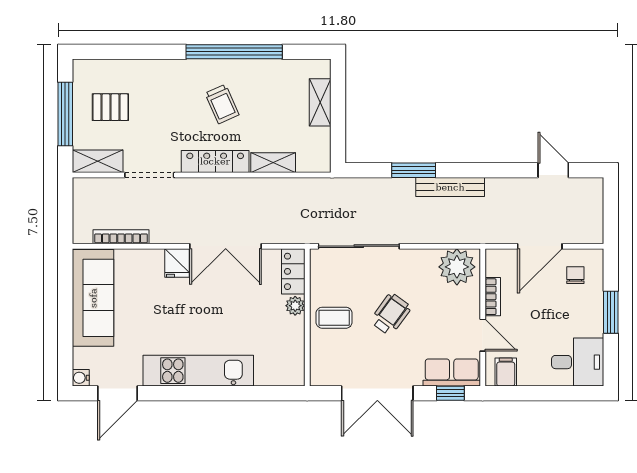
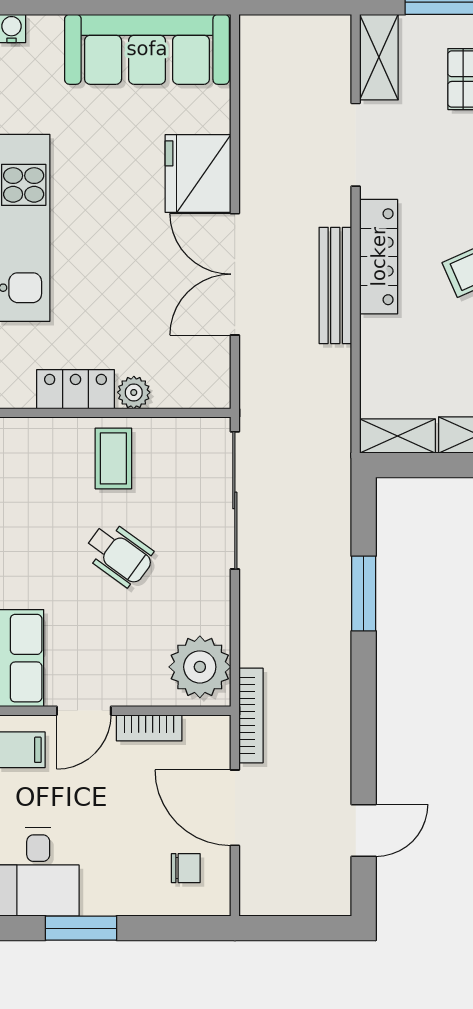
shelving: (273, 163) -> (398, 436), moved, turned 90
bench: (450, 187) -> (335, 285), moved
bookcase: (121, 237) -> (251, 715), moved
fridge: (177, 263) -> (198, 174), width x1.88, depth x1.34
locker: (293, 271) -> (75, 389), moved
window: (611, 312) -> (81, 928), moved

